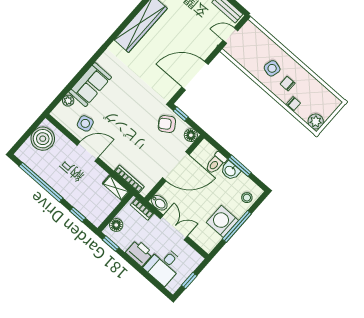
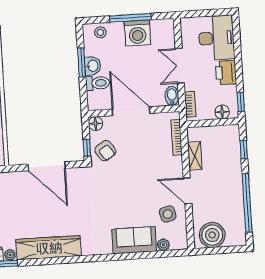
shelving: (116, 188) -> (195, 156), moved
desk: (164, 266) -> (216, 38), width x1.37
window: (189, 280) -> (209, 13), removed

